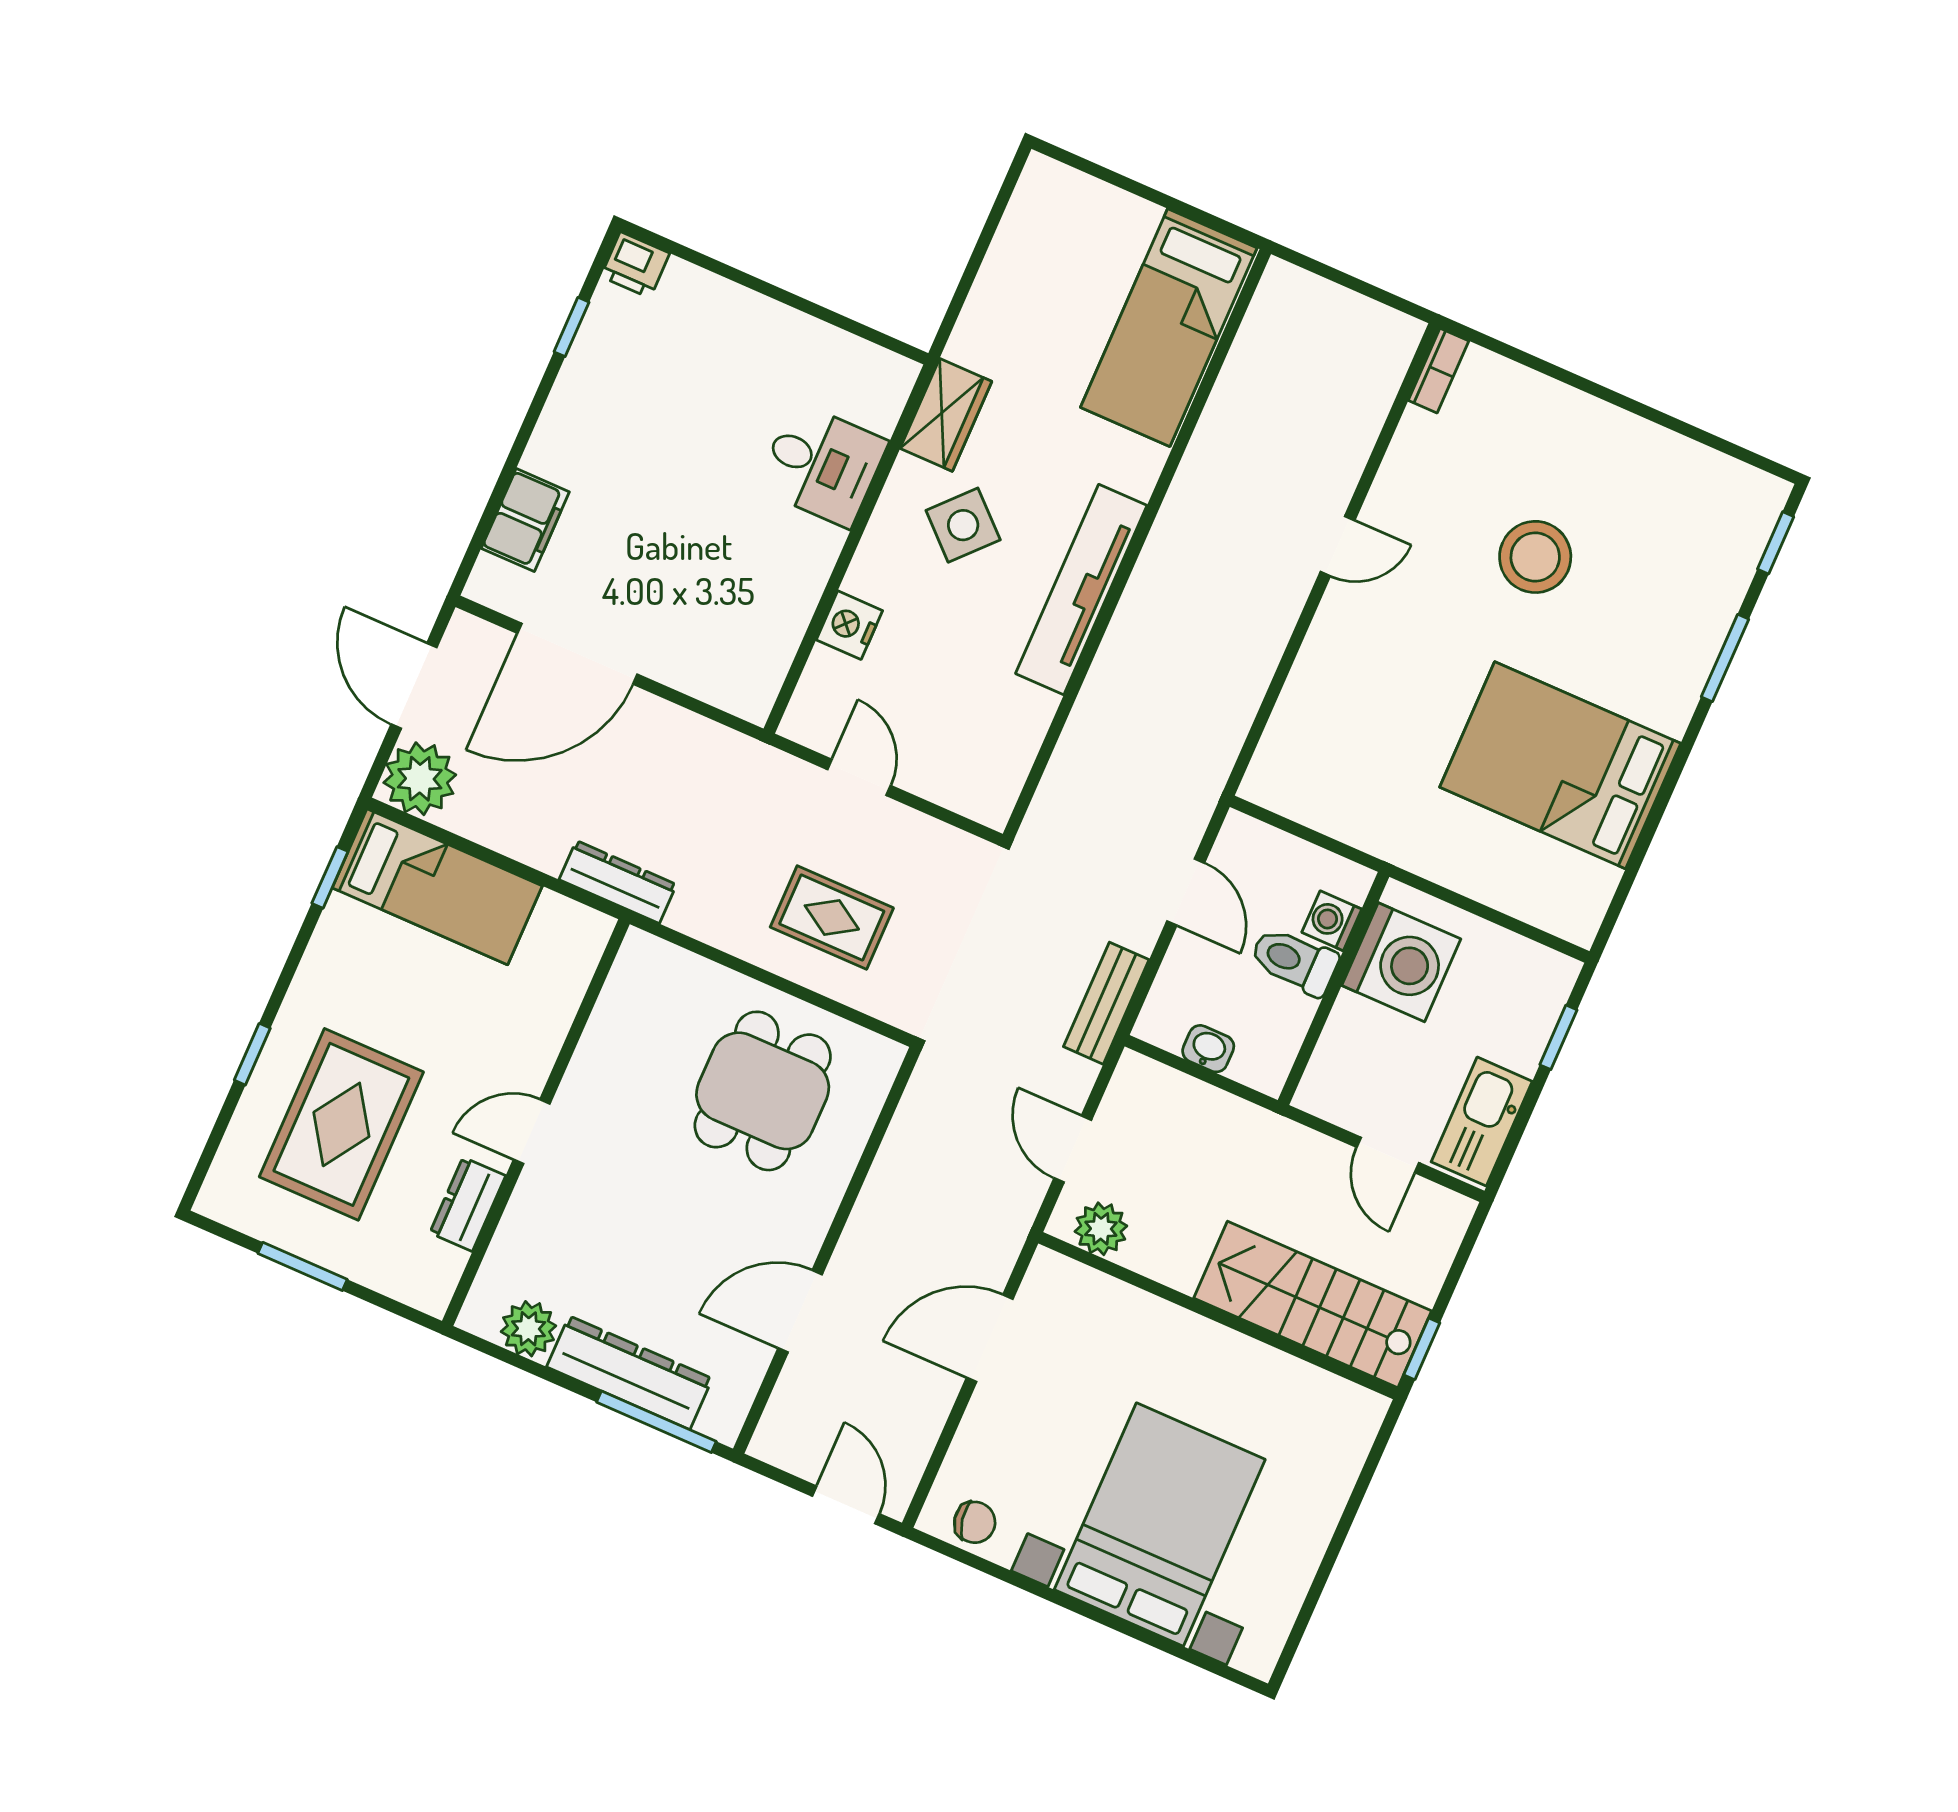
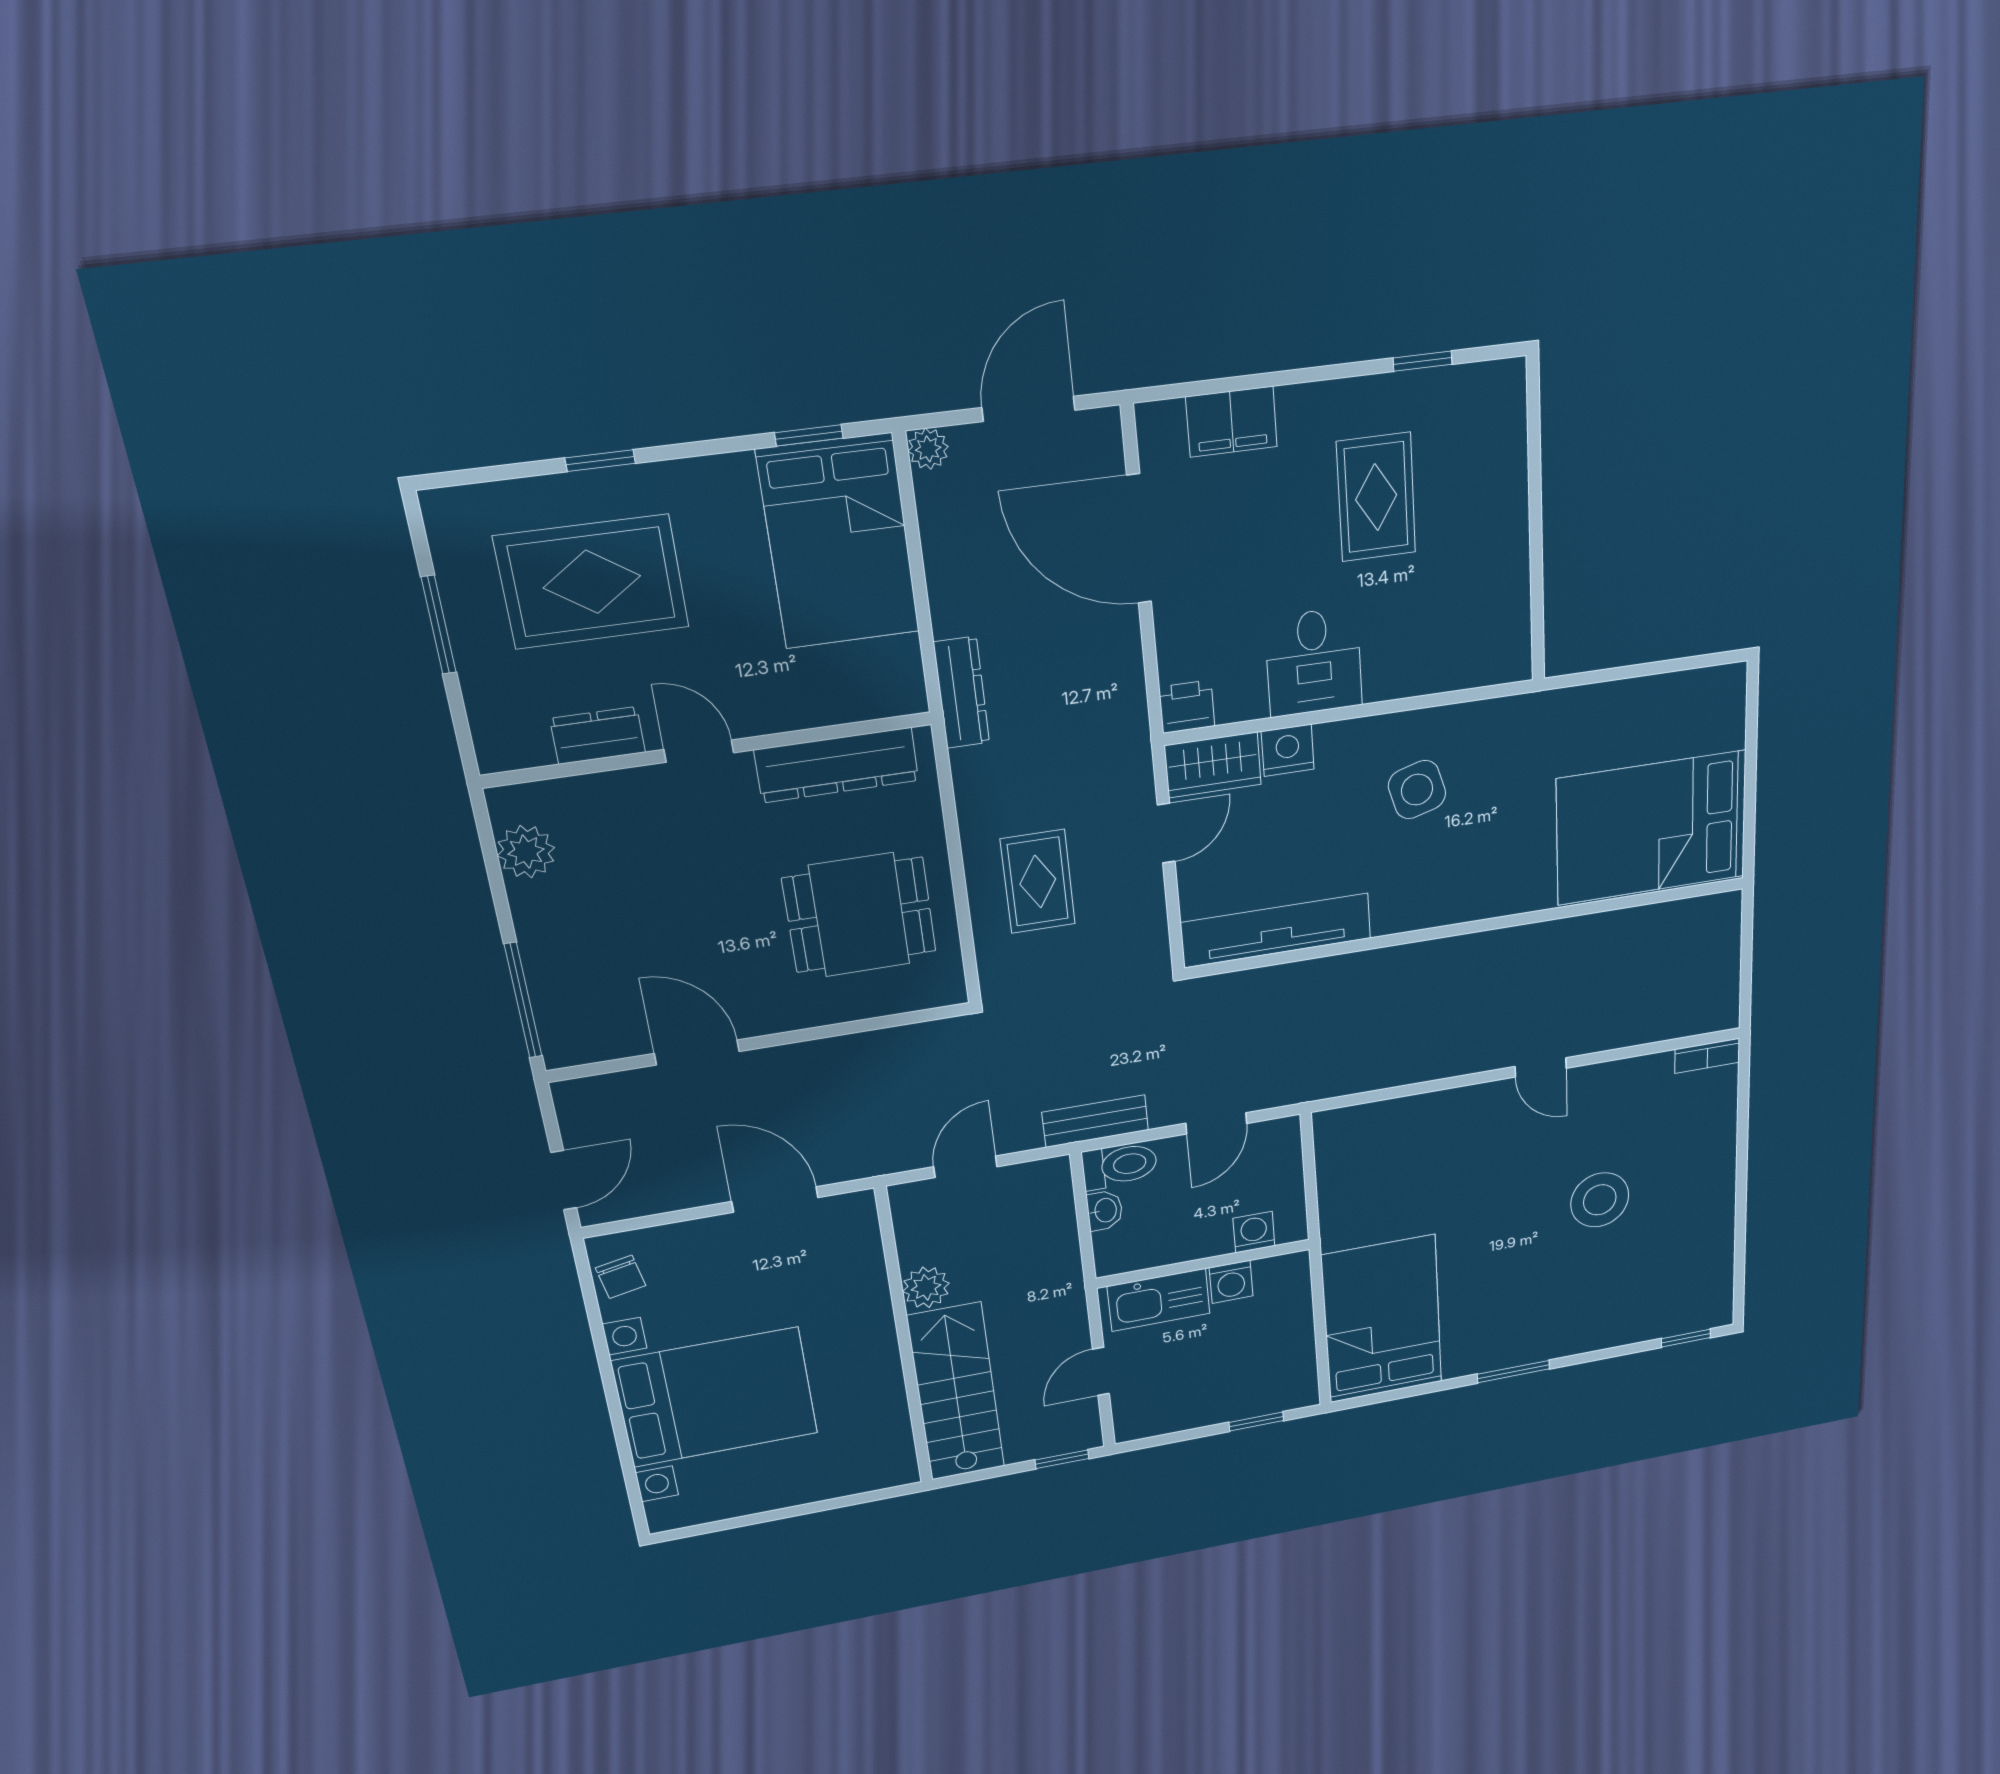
printer: (635, 265) -> (1187, 707), moved, turned 90
bed: (1169, 328) -> (1651, 828), width x1.50
wardrobe: (946, 415) -> (1213, 765), moved
rug: (666, 427) -> (1376, 497), added
desk: (822, 465) -> (1314, 662), moved
side table: (963, 525) -> (1417, 790), turned 31
tv unit: (1081, 589) -> (1276, 930), moved
window: (1725, 658) -> (1513, 1372), moved
bed: (1560, 765) -> (1382, 1319), moved
plant: (420, 779) -> (928, 449), width x0.53, depth x0.53
bed: (437, 887) -> (839, 542), width x1.50
toilet: (1294, 961) -> (1120, 1165), moved, turned 90
washing machine: (1401, 962) -> (1231, 1282), width x0.53, depth x0.53
kitchen sink: (1482, 1122) -> (1159, 1300), moved, turned 180
plant: (1101, 1229) -> (926, 1287), moved
window: (1422, 1349) -> (1062, 1459), moved
dresser: (629, 1373) -> (837, 765), moved, turned 90

